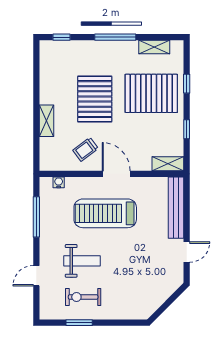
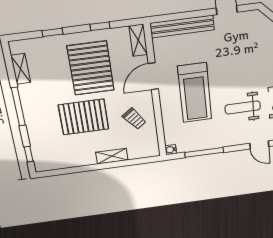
pallet: (151, 93) -> (91, 68), moved
door: (116, 174) -> (153, 76), moved
water cooler: (59, 182) -> (171, 150), moved
weight bench: (82, 261) -> (243, 107), turned -90

